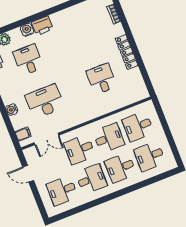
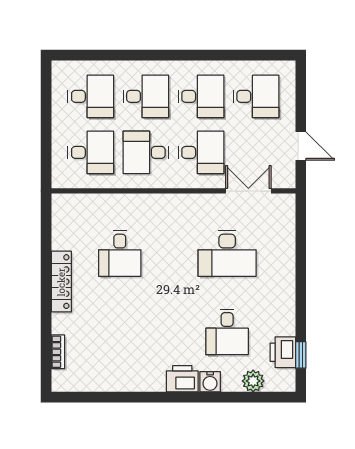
water cooler: (12, 110) -> (286, 261), removed
filing cabinet: (23, 134) -> (284, 214), removed
desk: (91, 179) -> (201, 96), turned 180

